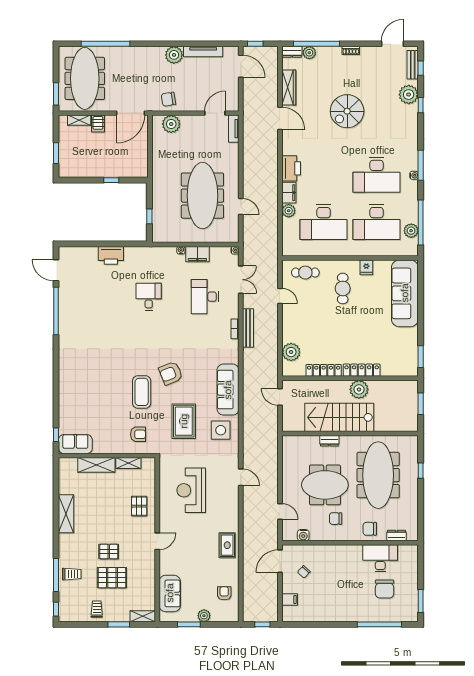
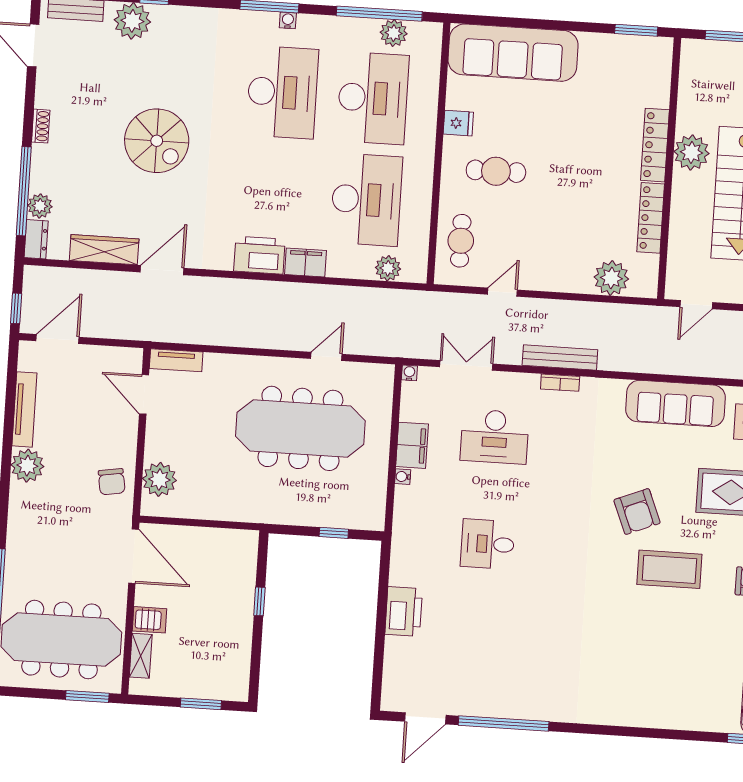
plant: (289, 211) -> (388, 268), moved

